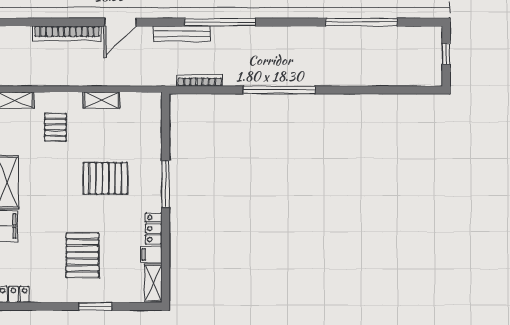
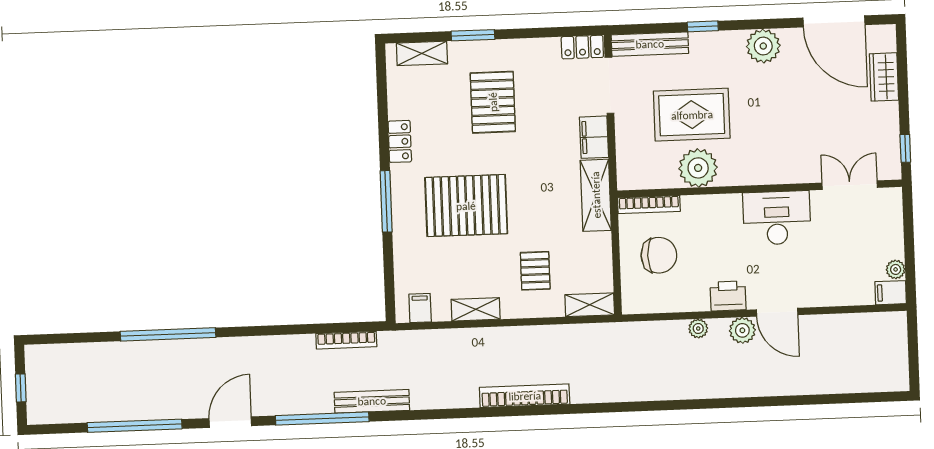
door: (120, 22) -> (230, 422), moved
window: (279, 90) -> (168, 334), moved
pallet: (105, 178) -> (466, 206), width x1.37, depth x1.41
filing cabinet: (151, 254) -> (420, 308), moved, turned -90
shelving: (153, 283) -> (422, 53), moved, turned 90

